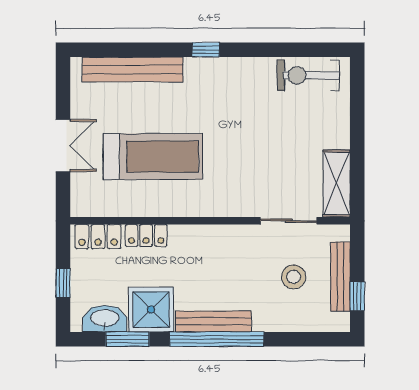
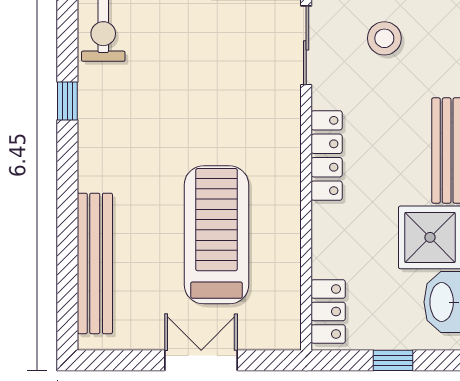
window: (206, 50) -> (67, 101), moved
locker: (146, 235) -> (327, 156), moved, width x1.53

